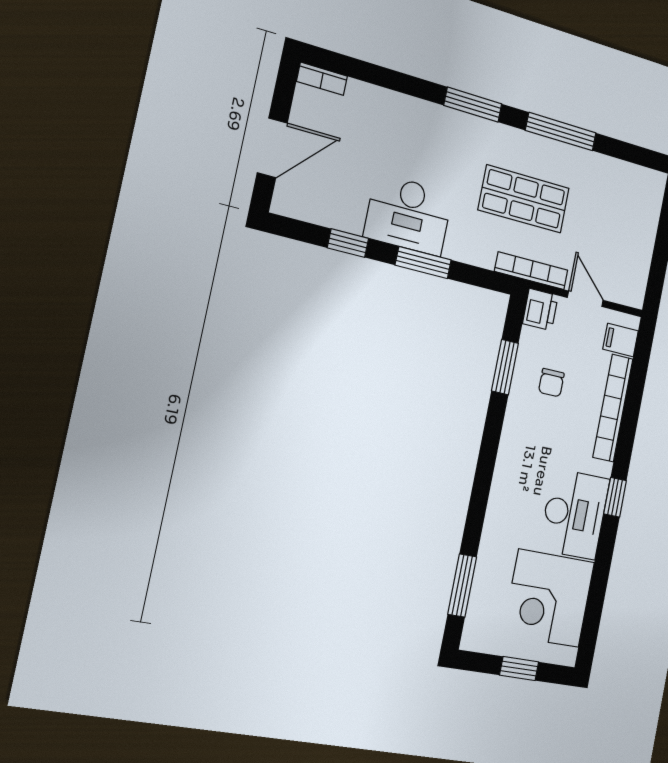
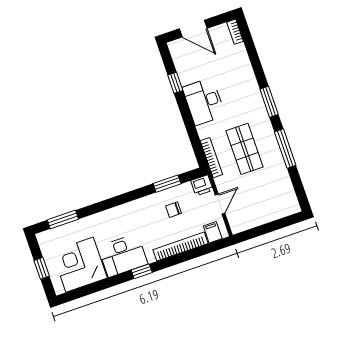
window: (423, 263) -> (188, 120), removed
bookcase: (531, 271) -> (211, 158), moved

